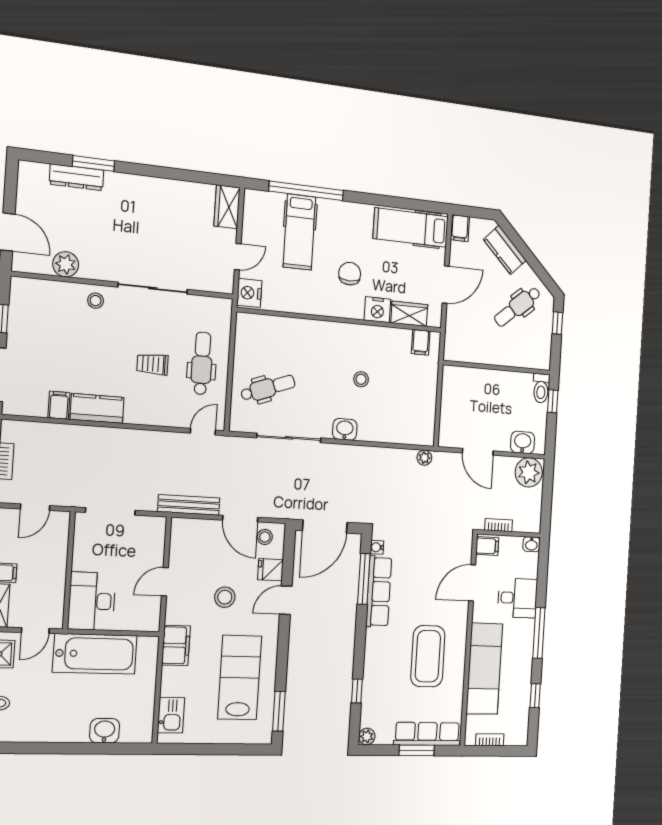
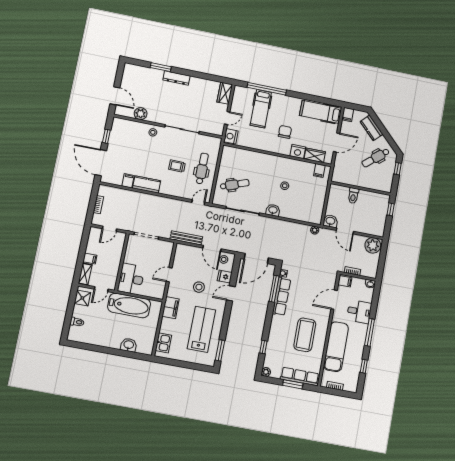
dresser: (76, 177) -> (176, 78), moved
toilet: (541, 388) -> (353, 196), moved
washbasin: (523, 442) -> (330, 221), moved

